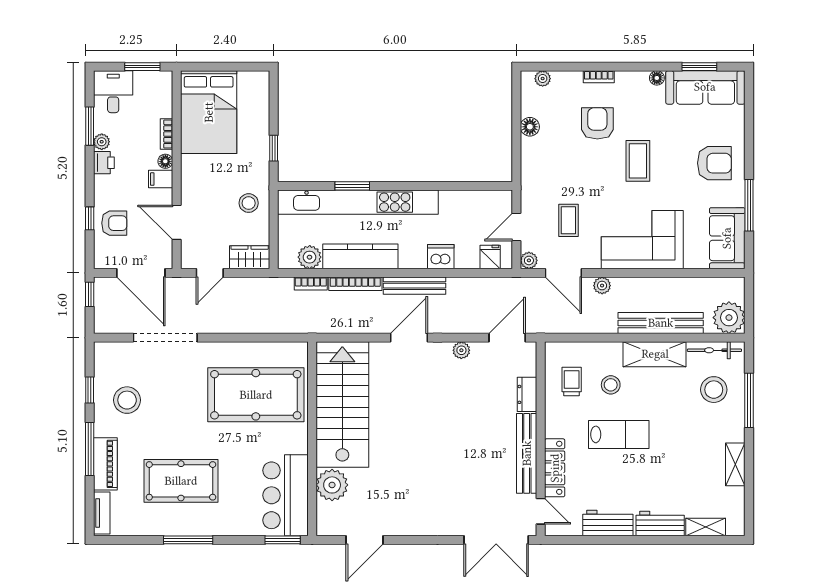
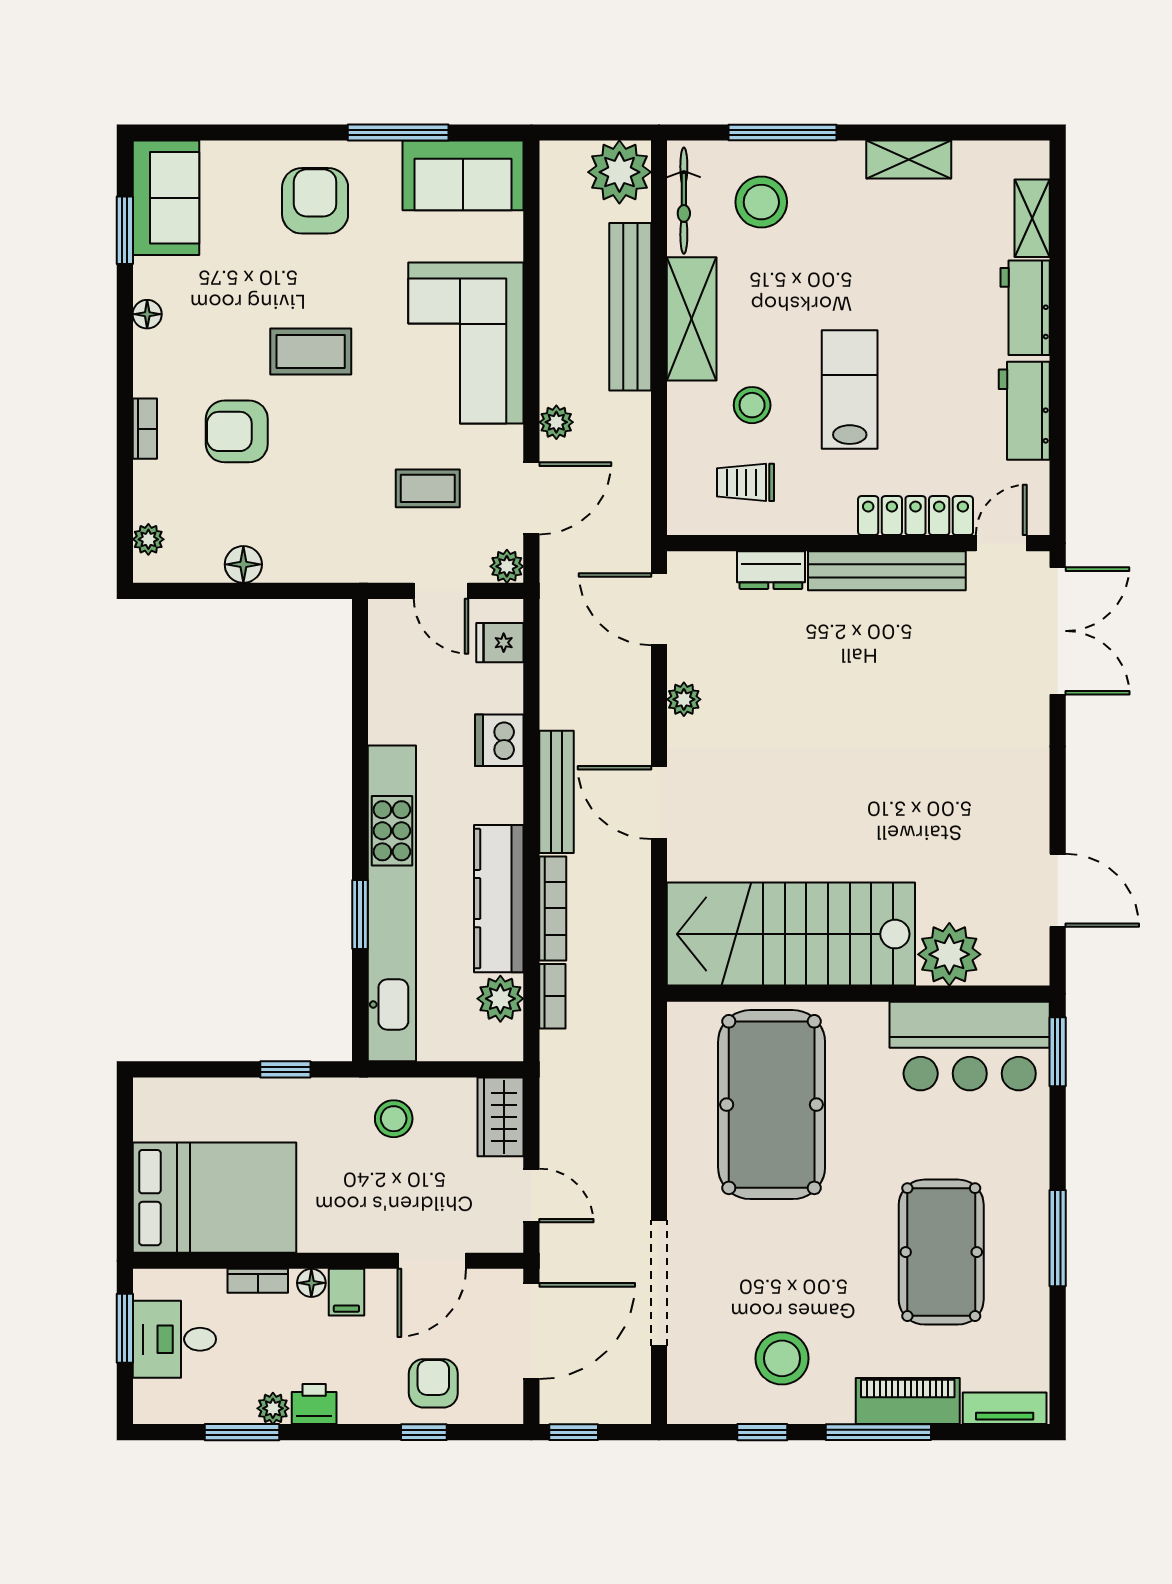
sofa: (705, 87) -> (166, 198), width x0.73
desk: (113, 92) -> (174, 1339), moved

